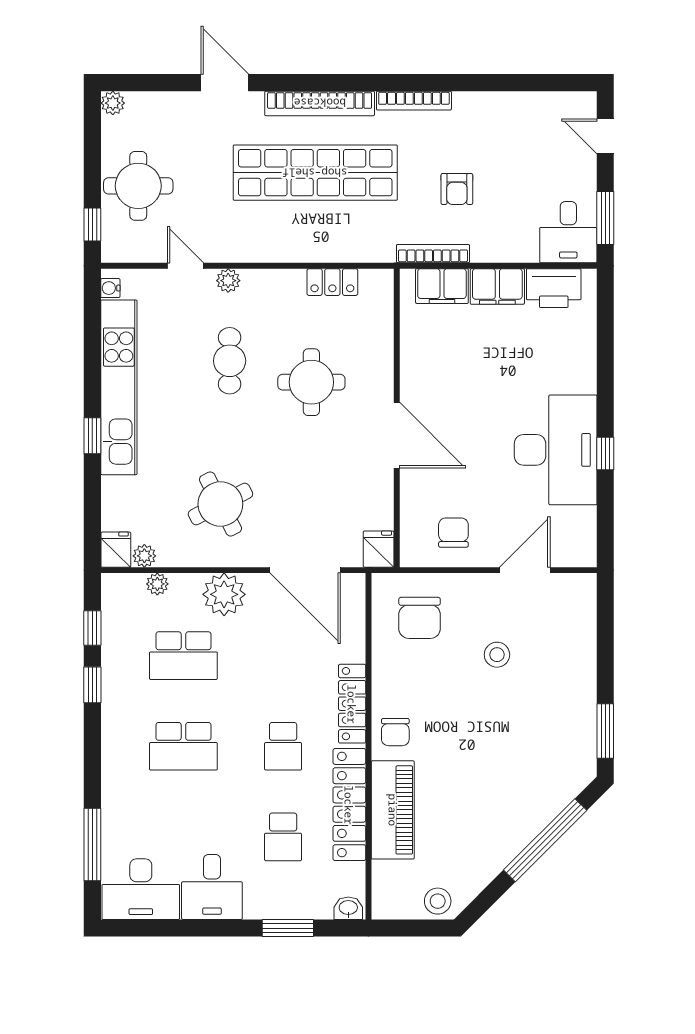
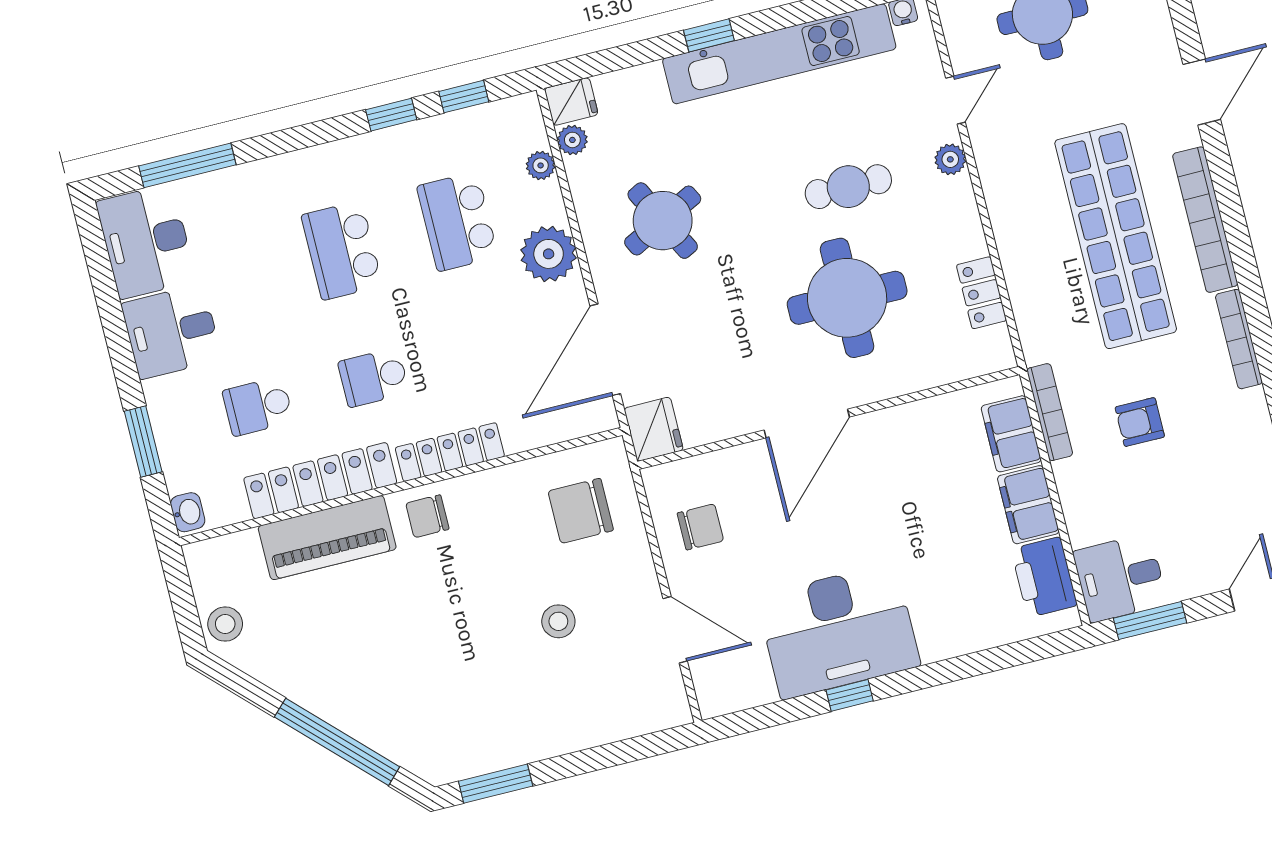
round table: (311, 382) -> (847, 298), width x1.36, depth x1.36
fridge: (379, 549) -> (654, 429), width x1.38

